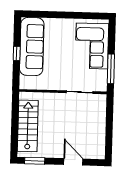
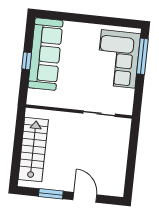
window: (111, 69) -> (142, 56), moved
window: (35, 161) -> (51, 194), moved

